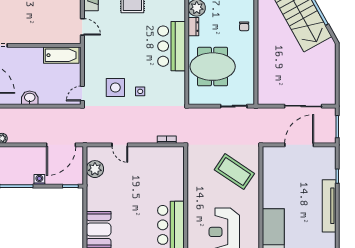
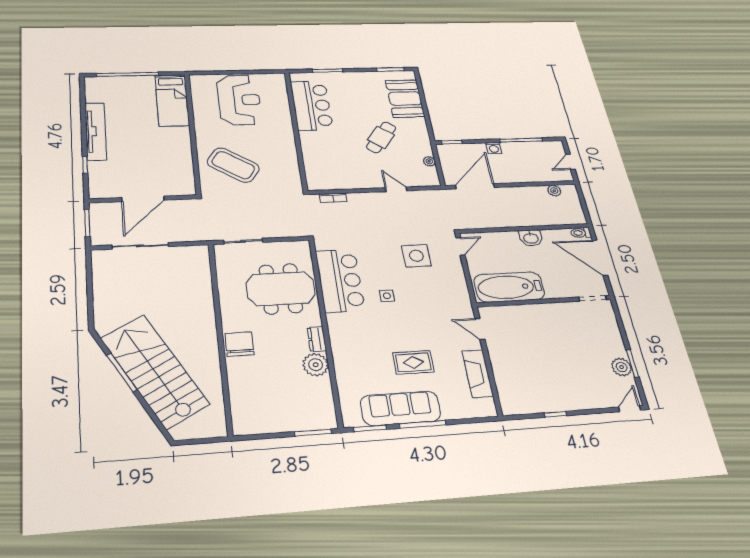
chair: (244, 26) -> (239, 344), width x1.87, depth x1.87
bar counter: (172, 46) -> (340, 281), moved
bathtub: (61, 55) -> (509, 287), width x1.36, depth x1.36
side table: (140, 91) -> (387, 296), moved
plant: (95, 169) -> (429, 161), width x0.53, depth x0.53
cafe table: (123, 193) -> (381, 137), added

